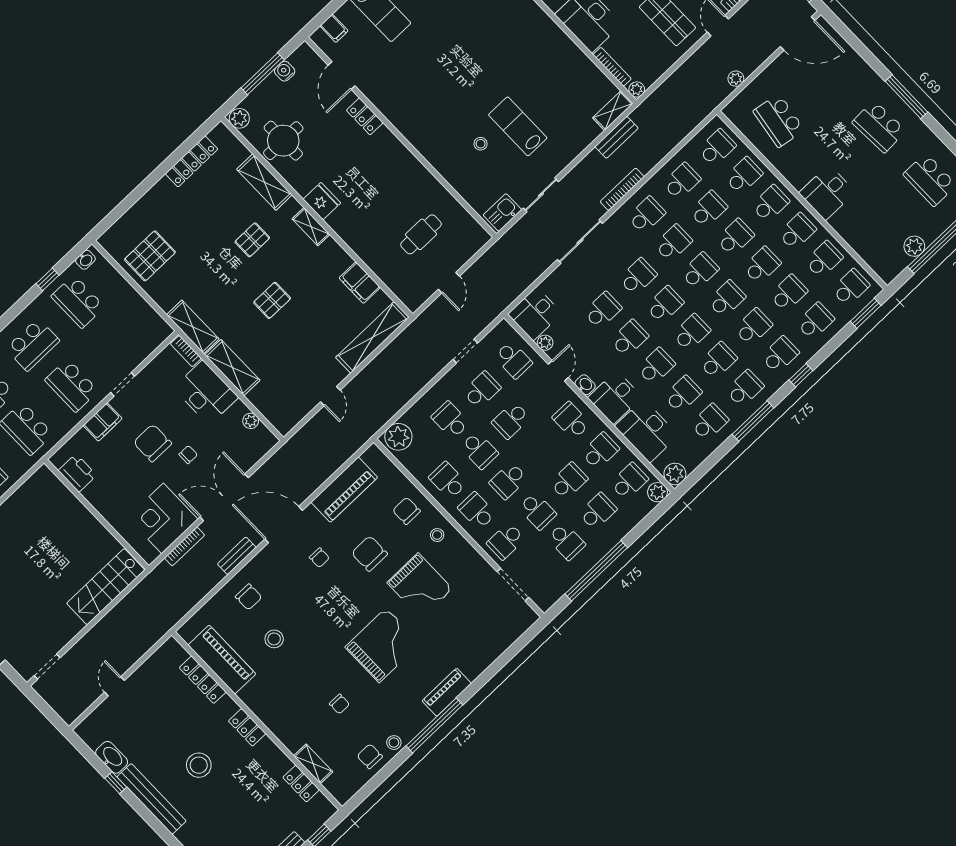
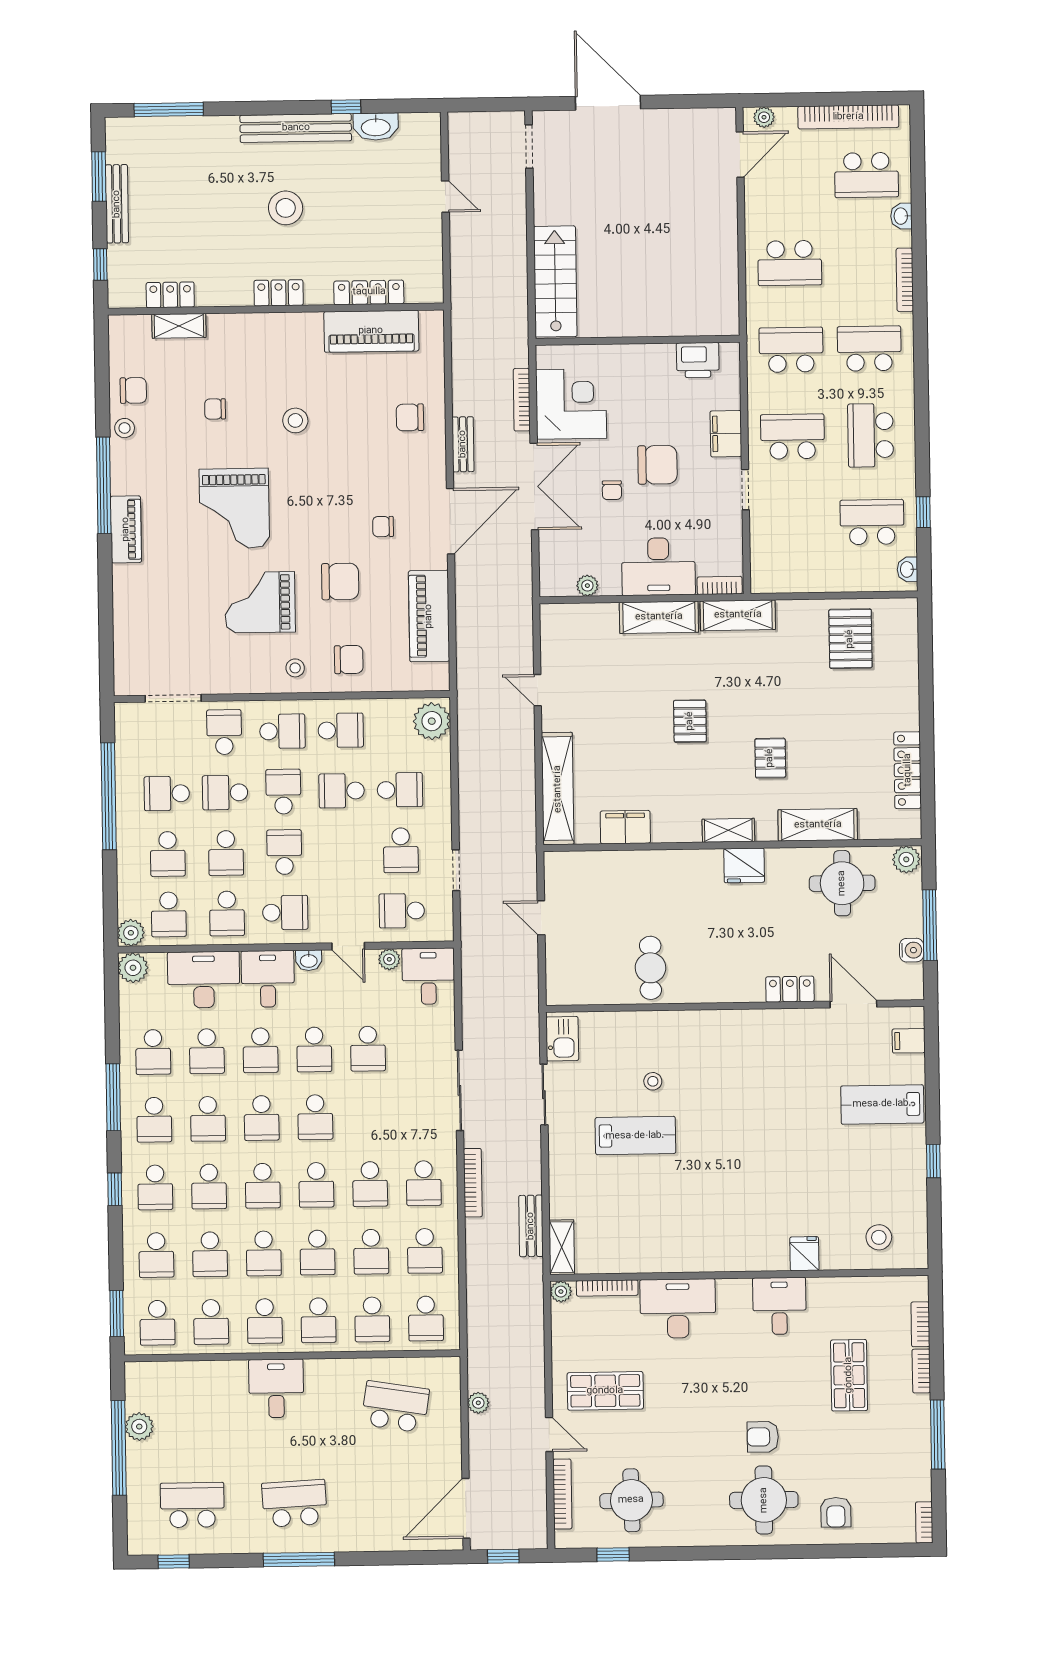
cafe table: (421, 234) -> (650, 968), moved
school desk: (638, 277) -> (369, 1116), removed
school desk: (511, 420) -> (284, 852), moved
stool: (274, 639) -> (295, 420), moved

